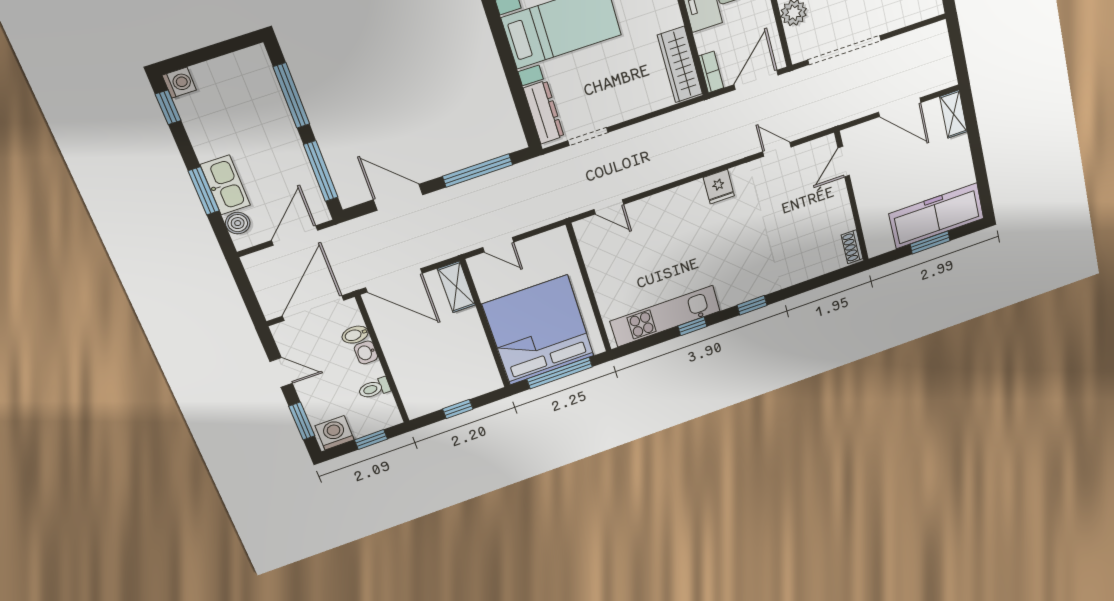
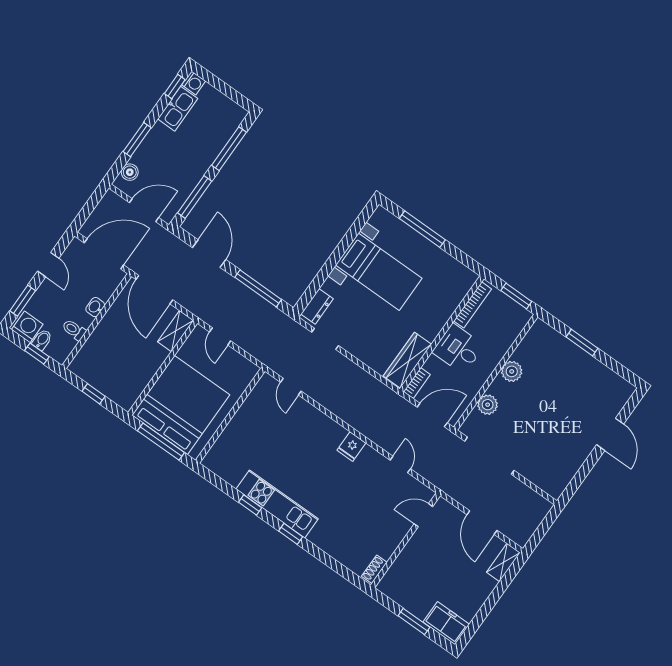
dresser: (544, 112) -> (317, 306), width x0.70
kitchen sink: (225, 185) -> (178, 109), moved
freezer: (936, 216) -> (446, 623), width x0.52, depth x0.79
kitchen unit: (665, 316) -> (277, 504), moved
bidet: (355, 335) -> (42, 340), moved, turned 90

